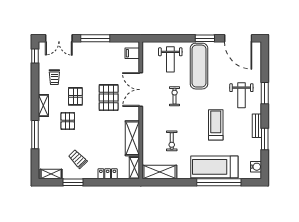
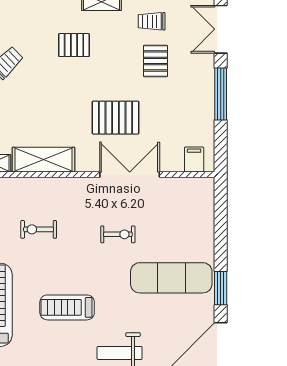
weight bench: (170, 59) -> (183, 227), removed
pallet: (75, 96) -> (155, 61), moved, turned 90
treadmill: (216, 125) -> (67, 307), turned 180

